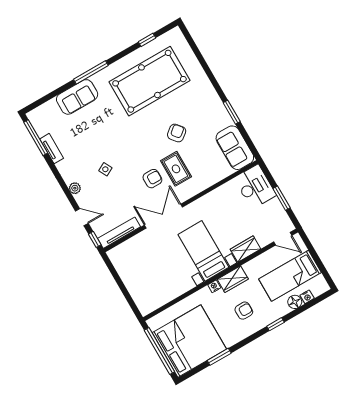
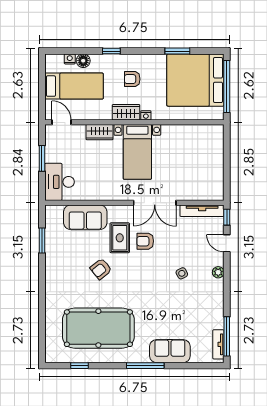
window: (232, 112) -> (42, 240), moved
sofa: (235, 148) -> (85, 217), moved, turned 90
tv unit: (52, 149) -> (218, 344), moved

